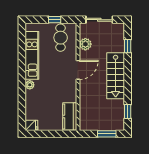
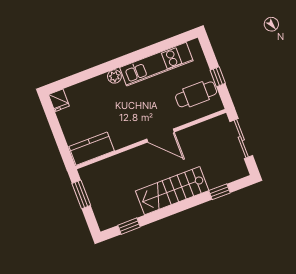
plant: (85, 44) -> (200, 132), removed
window: (107, 134) -> (81, 194), moved

